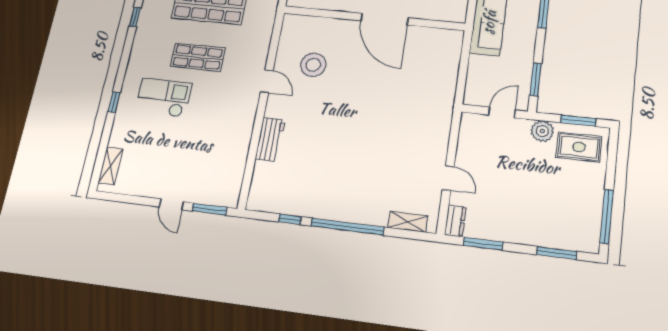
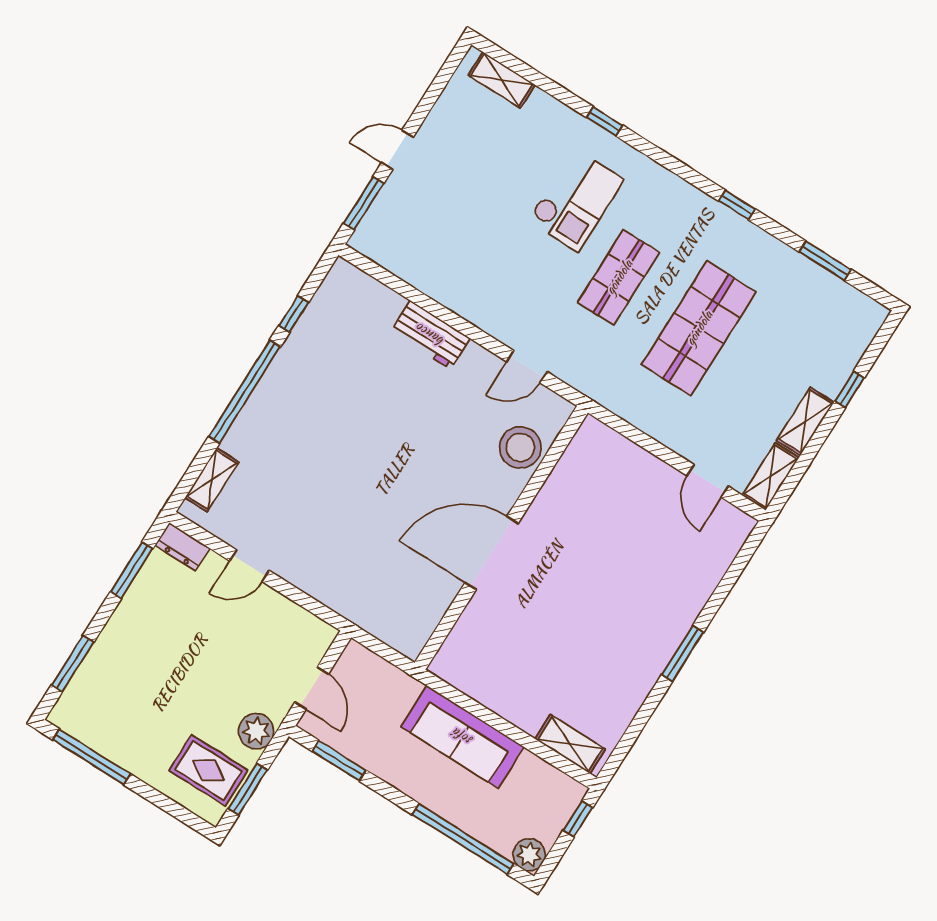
wall: (374, 18) -> (501, 538), moved
door: (384, 19) -> (492, 553), moved
rug: (579, 147) -> (208, 770), turned 90

